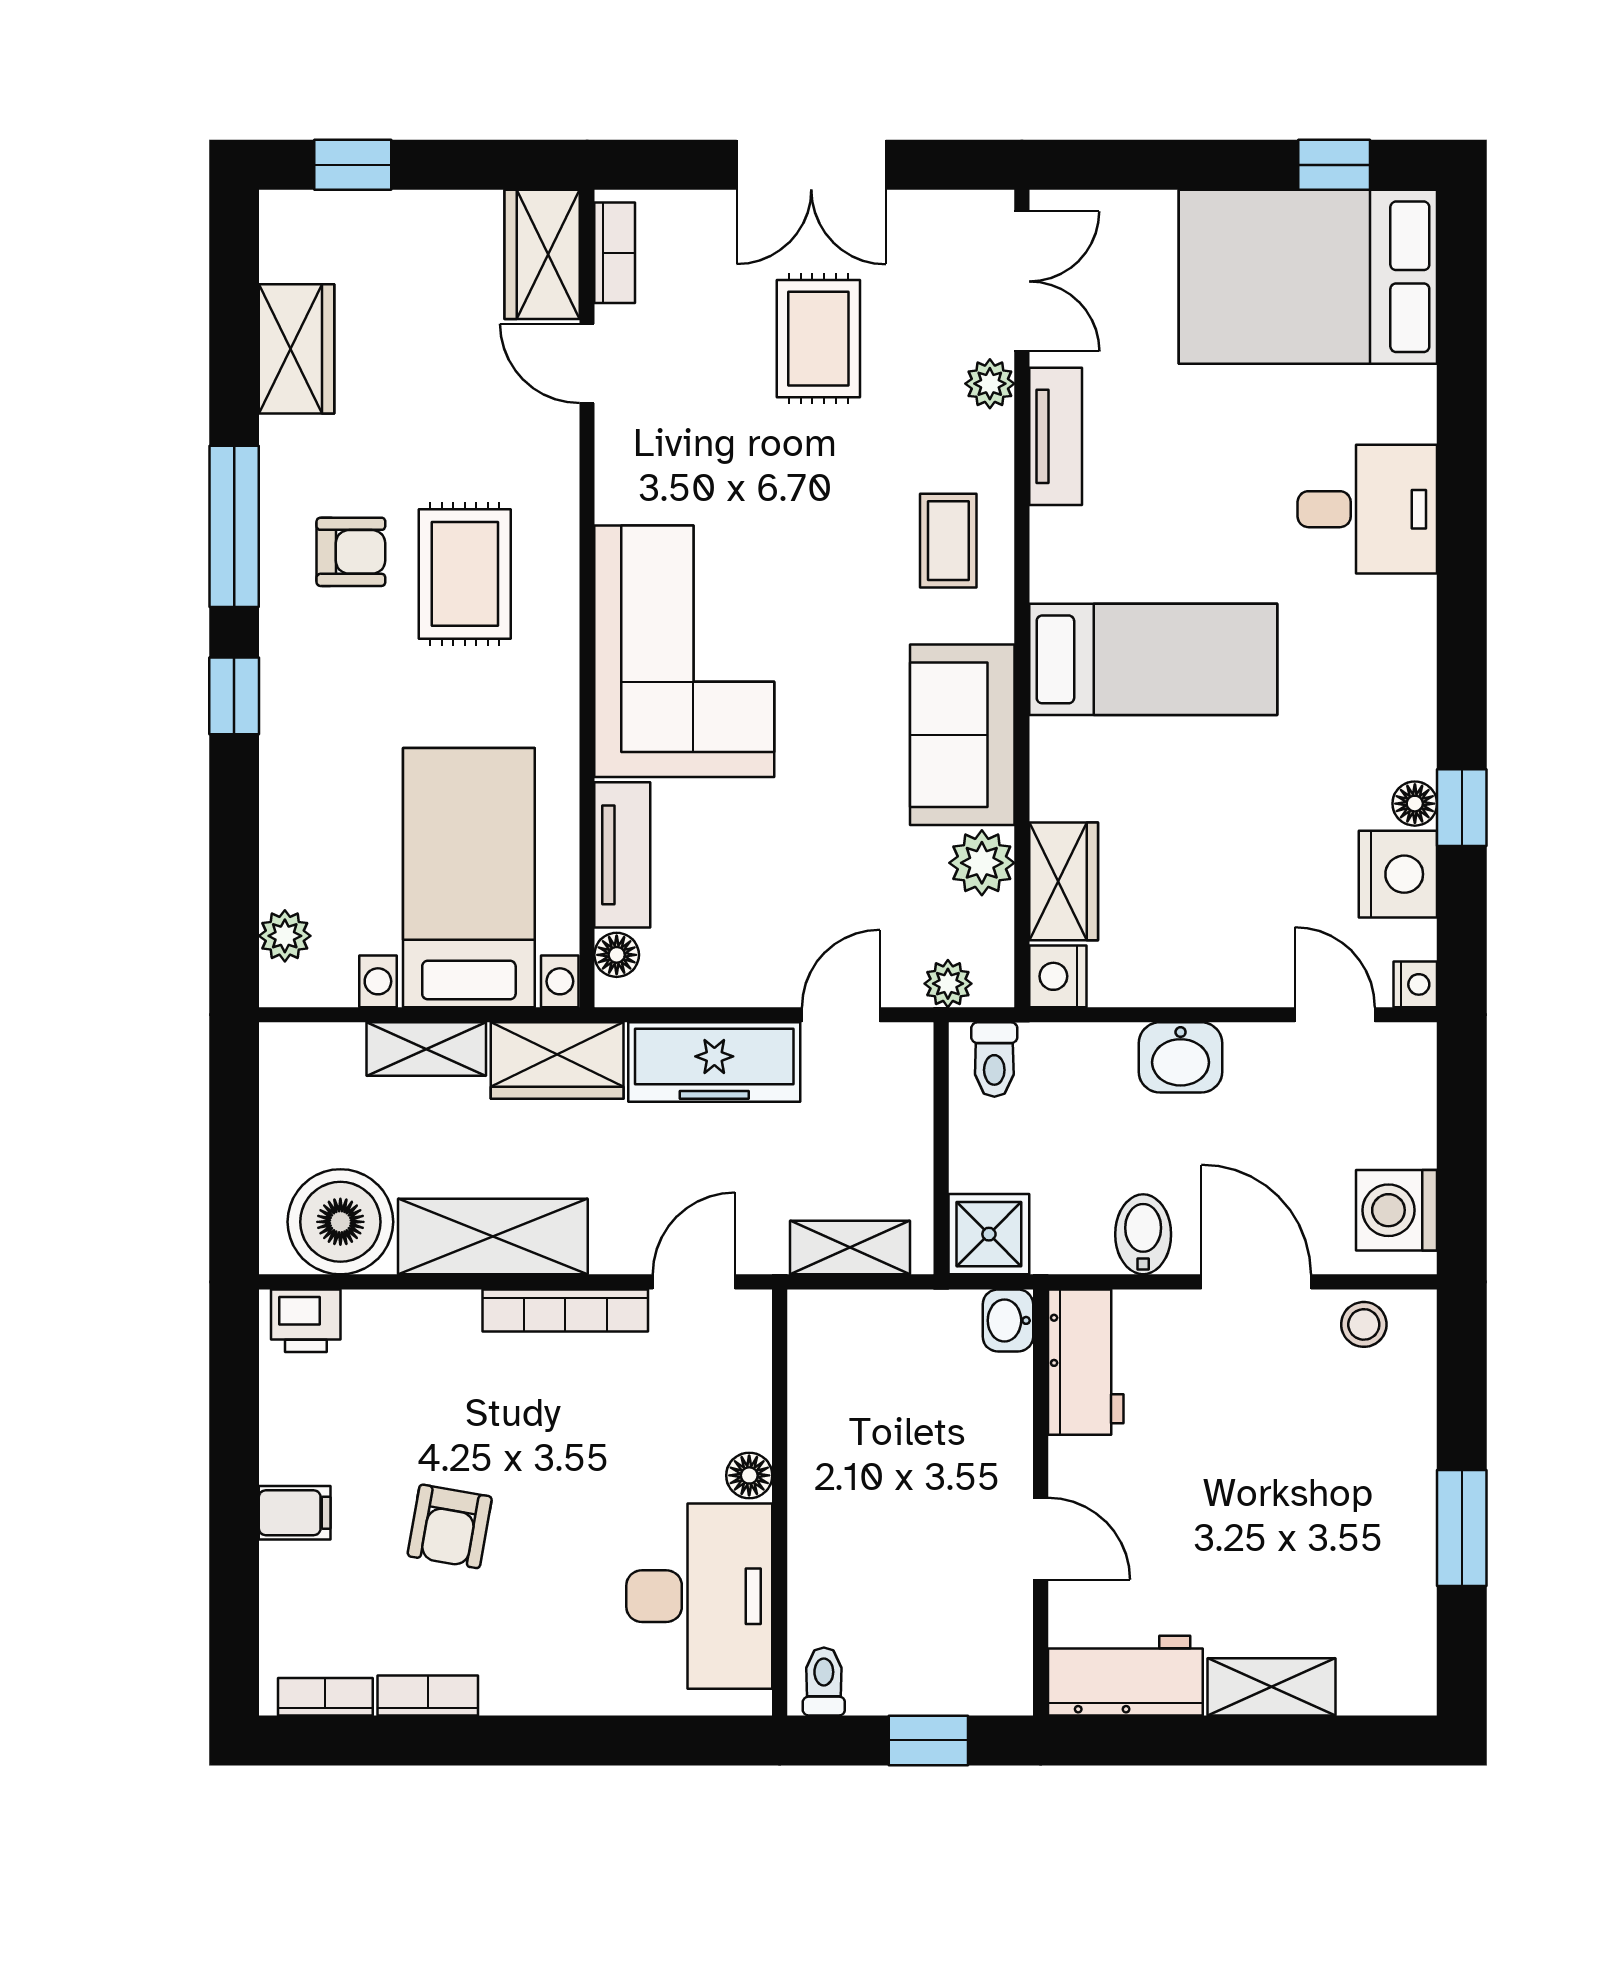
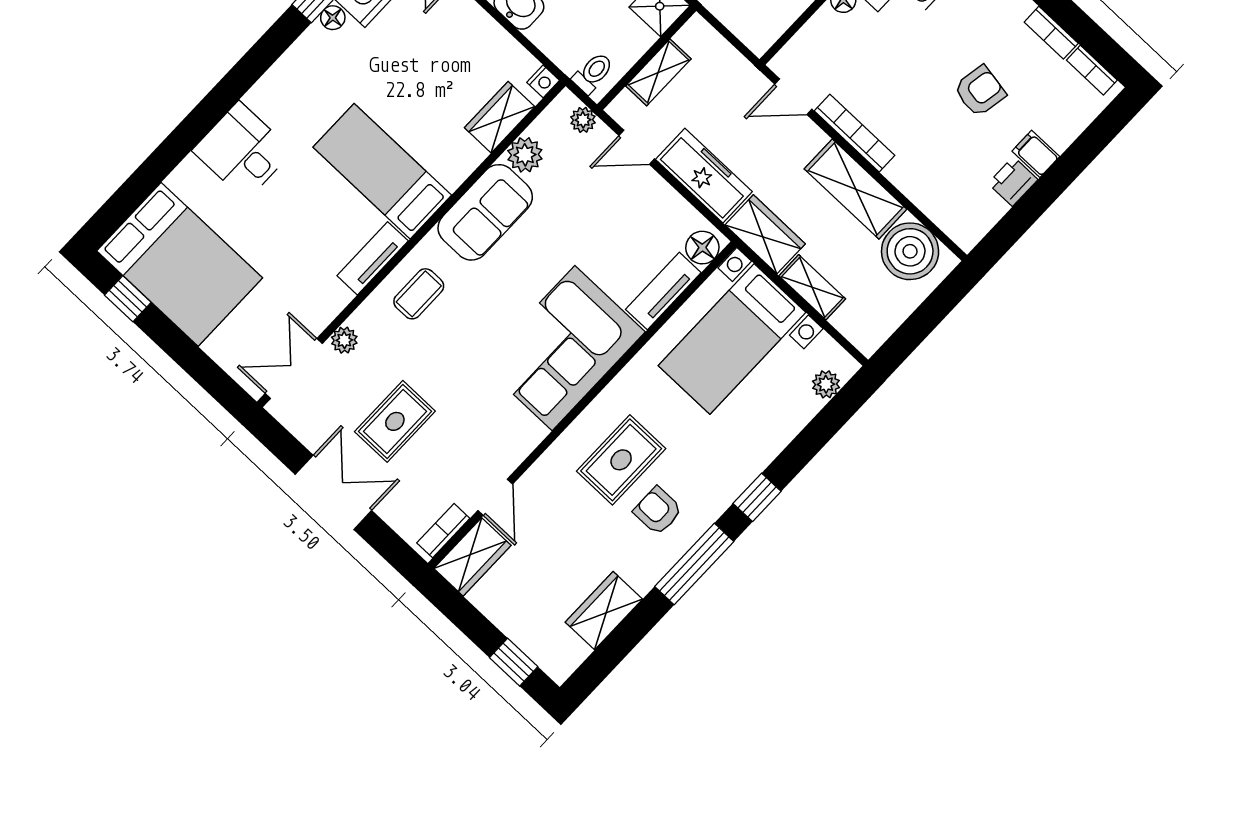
tv unit: (1056, 436) -> (373, 258), moved
floor lamp: (617, 955) -> (702, 248), width x1.37, depth x1.37
nightstand: (1058, 976) -> (543, 81), width x0.72, depth x0.74
shelving: (850, 1248) -> (658, 72), moved, turned 90
printer: (306, 1321) -> (1013, 182), moved, turned -90

